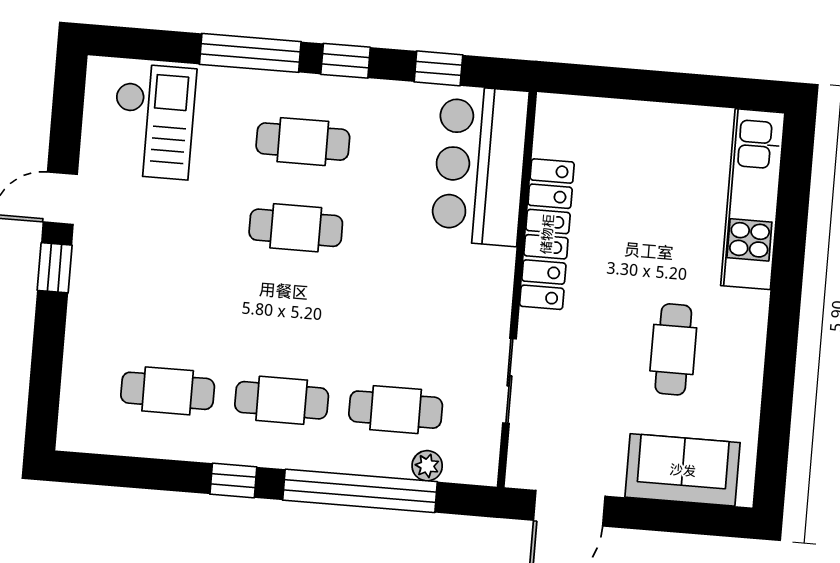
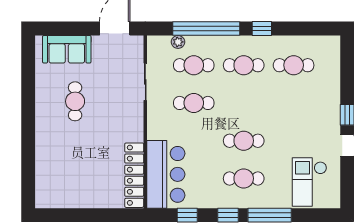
kitchen unit: (753, 199) -> (46, 170), removed
locker: (547, 234) -> (134, 175), moved
cafe table: (403, 323) -> (194, 103), added

